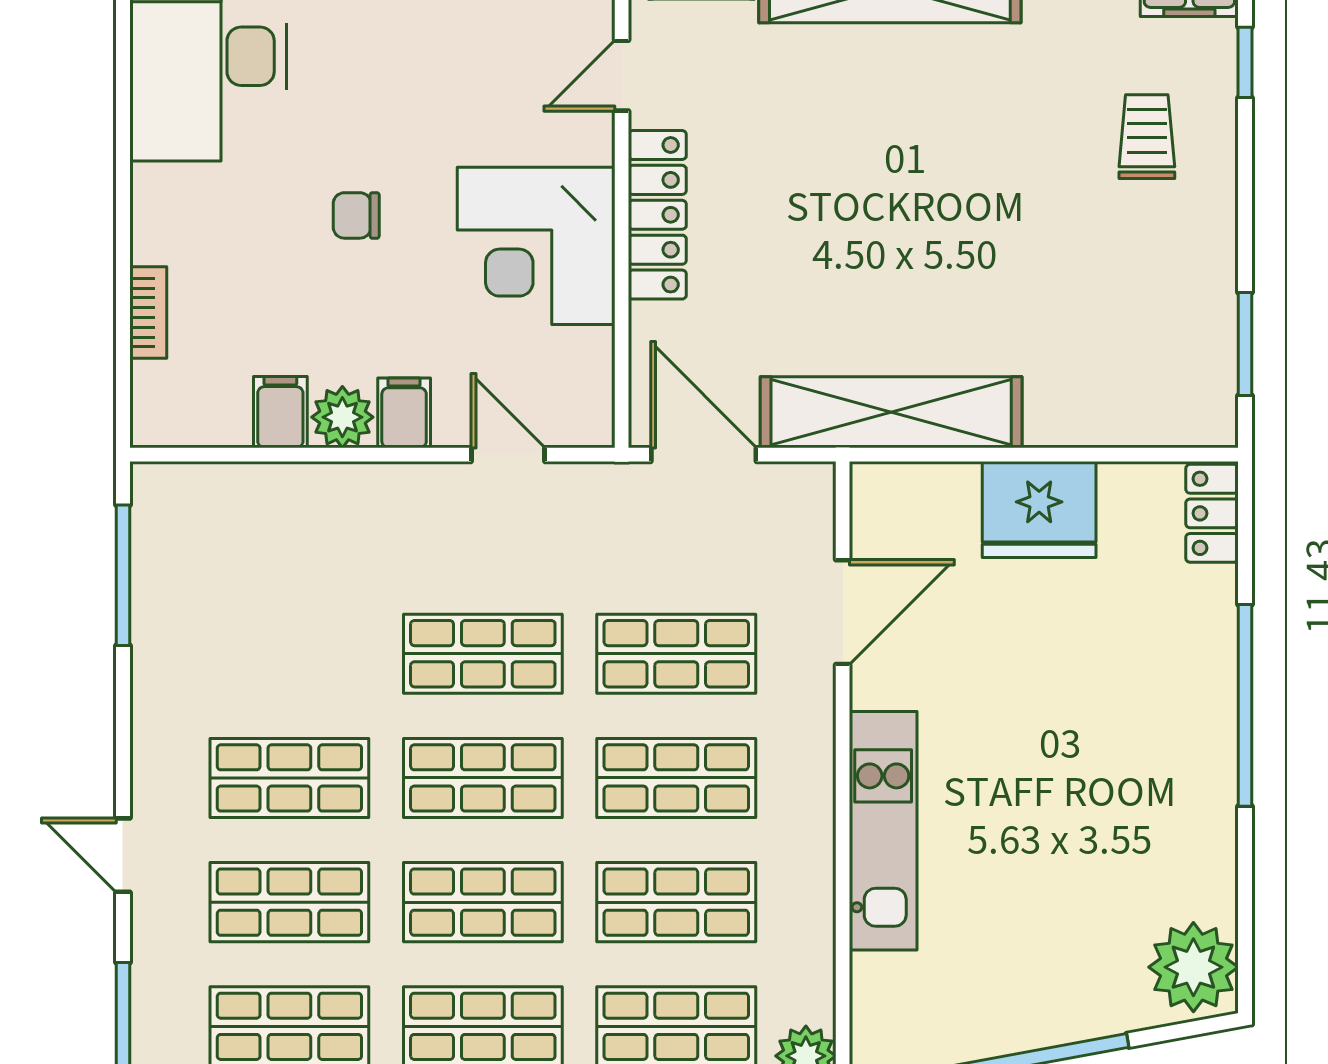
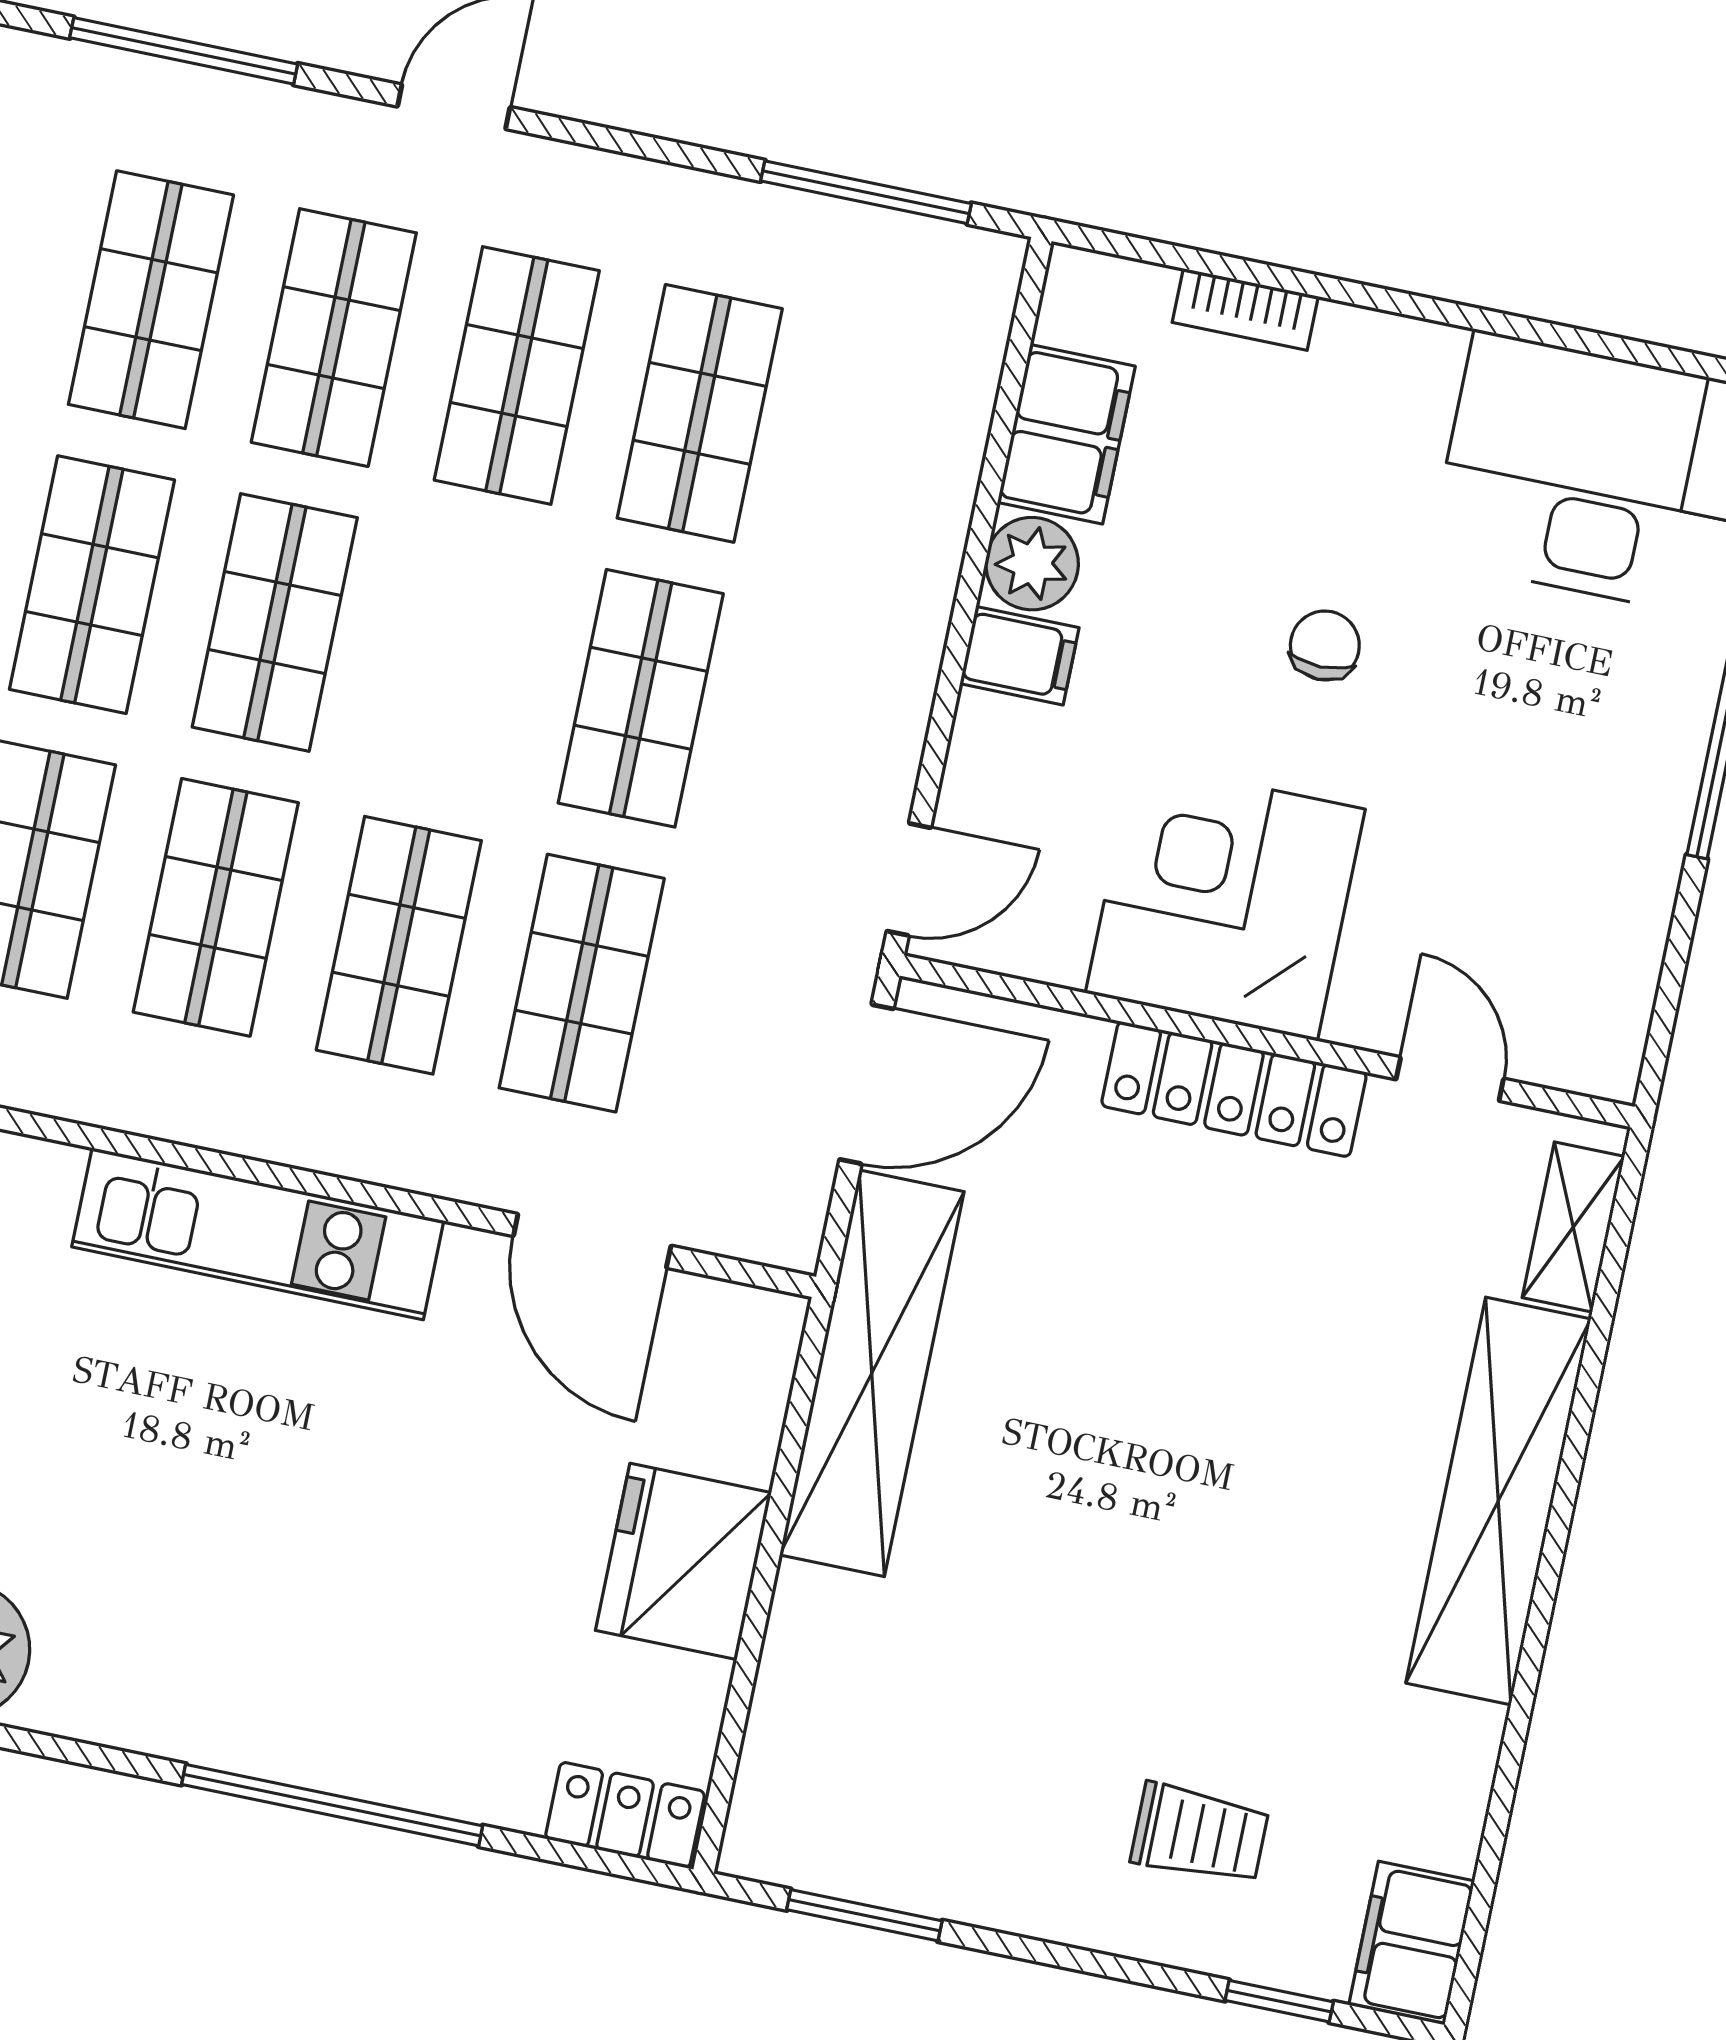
filing cabinet: (280, 412) -> (1066, 434), width x2.00
door: (508, 455) -> (909, 879), moved
shop shelf: (483, 778) -> (700, 413), moved

